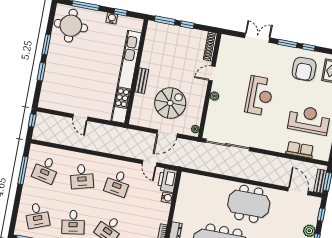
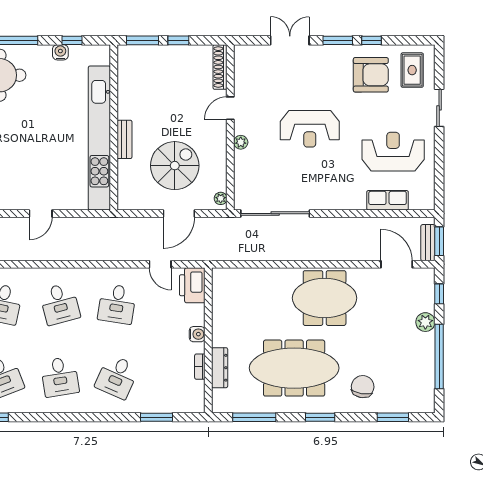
armchair: (304, 69) -> (371, 75), turned -90
reception desk: (259, 96) -> (310, 129), turned 90
door: (80, 117) -> (41, 214), hinge flipped
water cooler: (167, 198) -> (197, 334), moved

